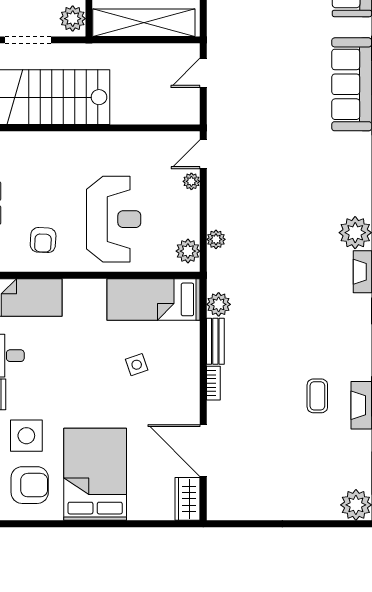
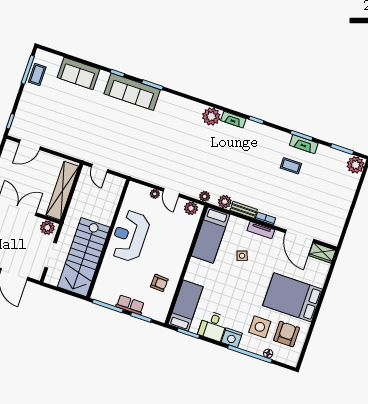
door: (203, 154) -> (171, 193), moved
reception desk: (114, 219) -> (130, 236), moved, turned -90
plant: (216, 239) -> (205, 196), moved
tv unit: (191, 382) -> (261, 230), added
door: (203, 451) -> (299, 236), hinge flipped

